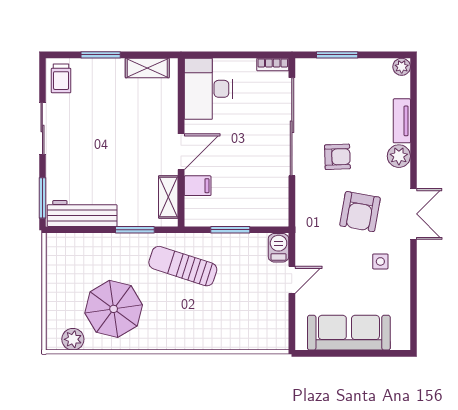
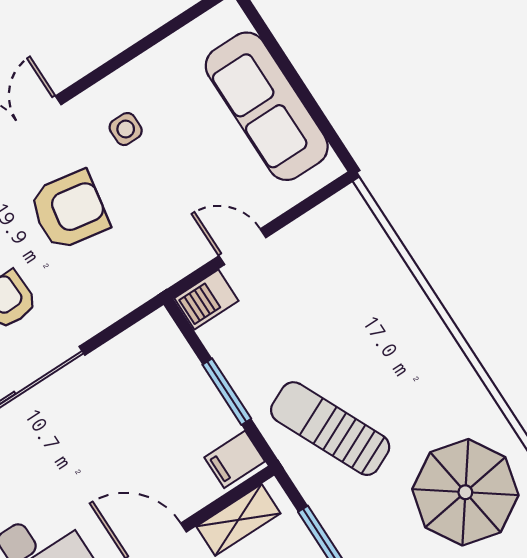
filing cabinet: (198, 186) -> (235, 459), moved, turned -90
sun lounger: (183, 266) -> (330, 429), turned 137

